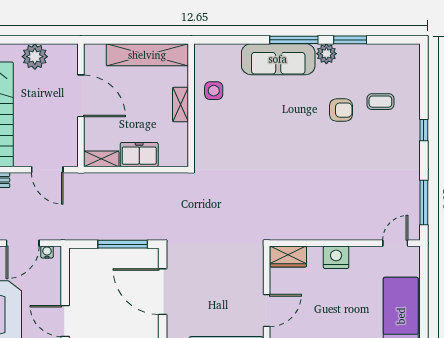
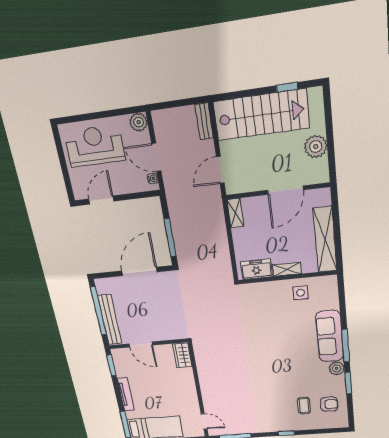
armchair: (341, 110) -> (329, 404), moved, turned -90
freezer: (139, 155) -> (256, 269), moved, turned -90
nightstand: (336, 257) -> (188, 386), removed

